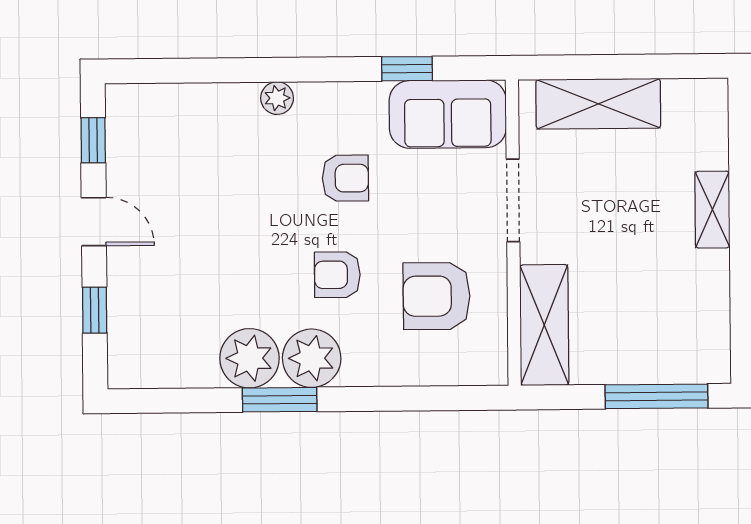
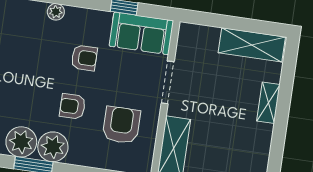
shelving: (598, 104) -> (252, 45), moved
armchair: (437, 296) -> (121, 125), turned 90

